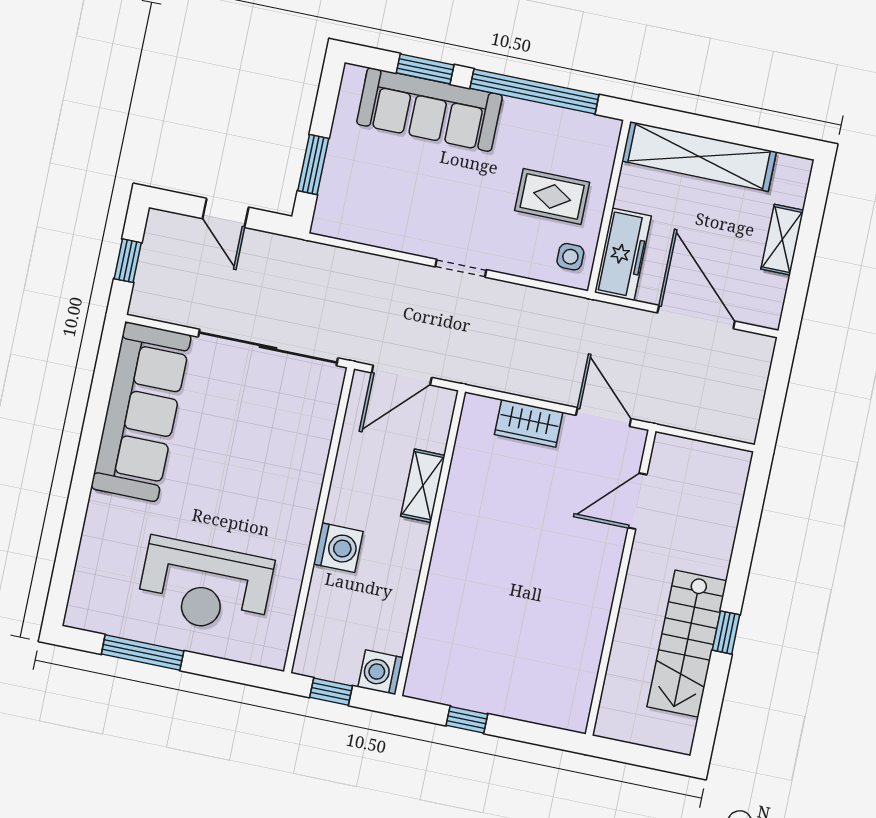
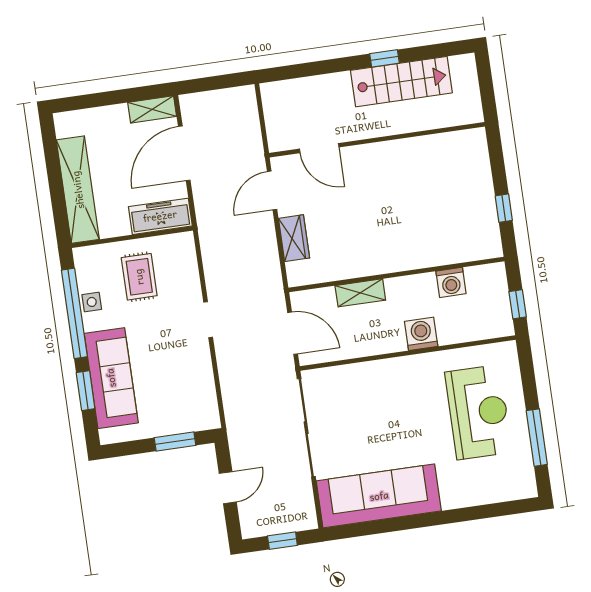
shelving: (782, 240) -> (152, 109), moved
side table: (570, 257) -> (92, 302), moved
washing machine: (381, 672) -> (451, 282), moved

